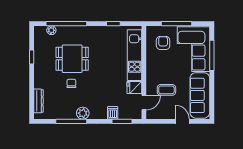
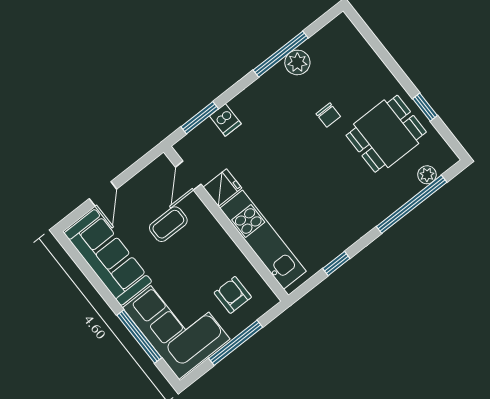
armchair: (163, 43) -> (233, 295), turned 180
dining table: (72, 59) -> (386, 134), moved
dresser: (38, 101) -> (359, 46), removed
plant: (83, 113) -> (297, 62), moved
door: (182, 121) -> (103, 194), hinge flipped

